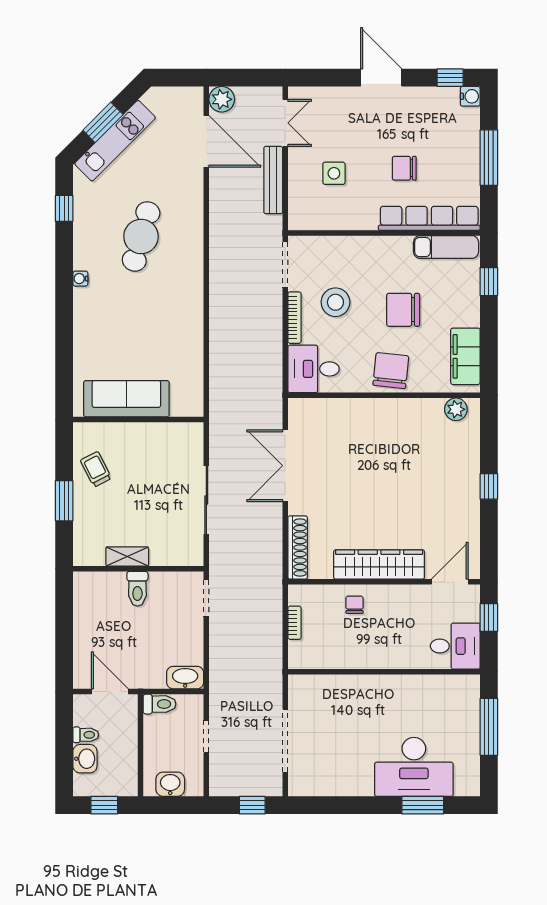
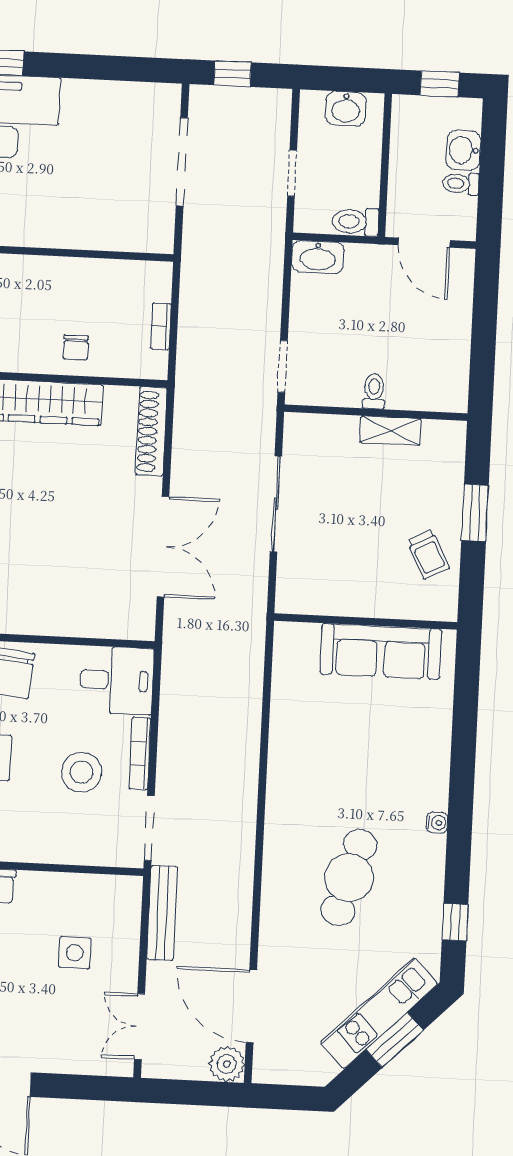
bench: (273, 180) -> (162, 913), moved
toilet: (137, 589) -> (374, 391), width x0.73, depth x0.72

